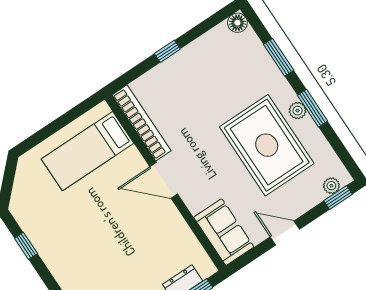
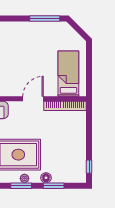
floor lamp: (237, 23) -> (46, 178), moved
window: (167, 51) -> (89, 167), moved
window: (26, 246) -> (45, 19), width x2.17

